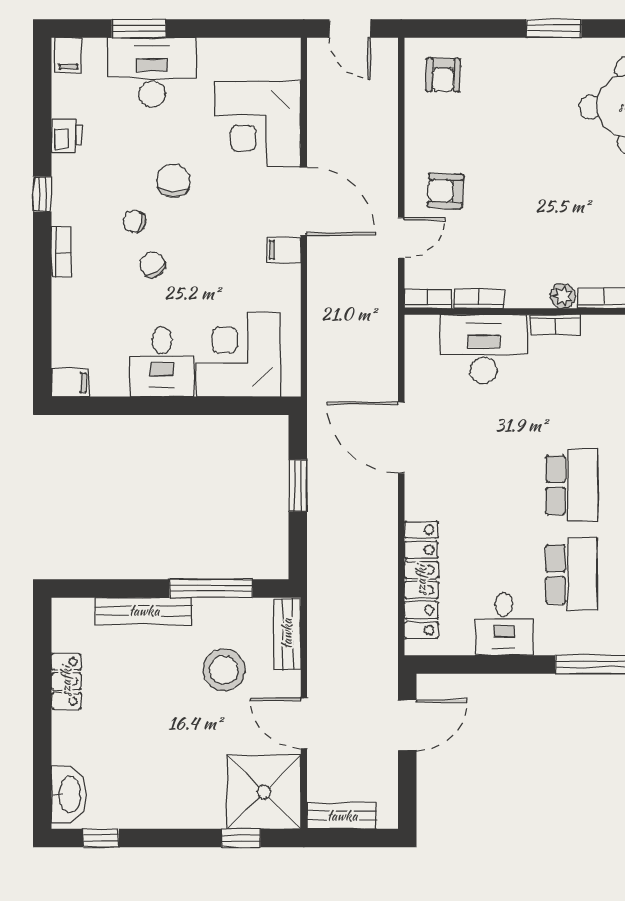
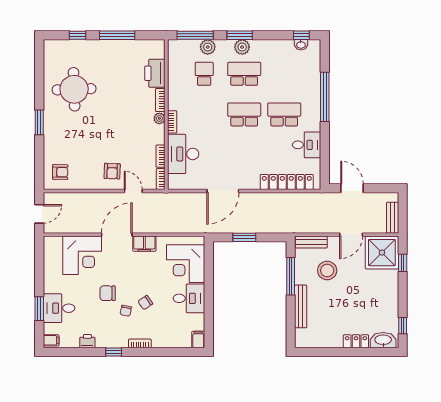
desk: (152, 72) -> (59, 308), width x0.73
filing cabinet: (284, 250) -> (144, 244), width x2.00
locker: (66, 681) -> (356, 341), moved

